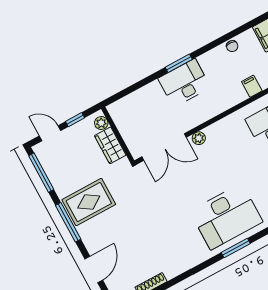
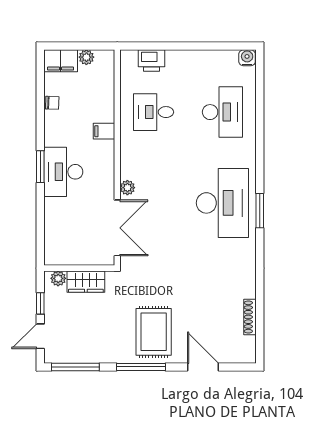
filing cabinet: (252, 86) -> (104, 131), moved
rug: (89, 202) -> (154, 332), moved

